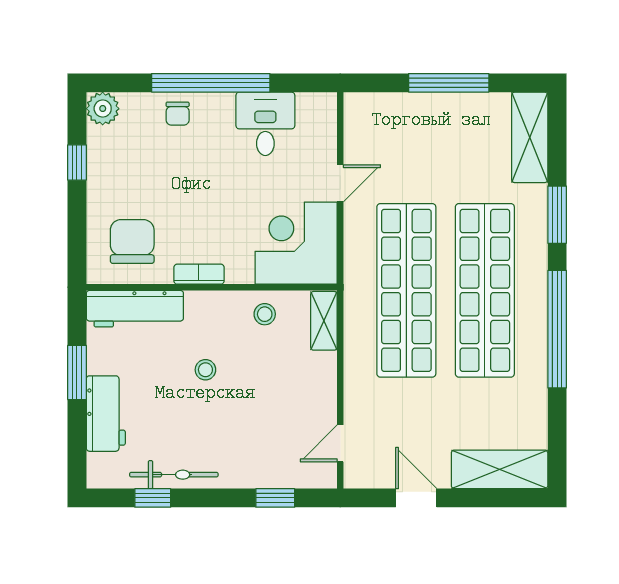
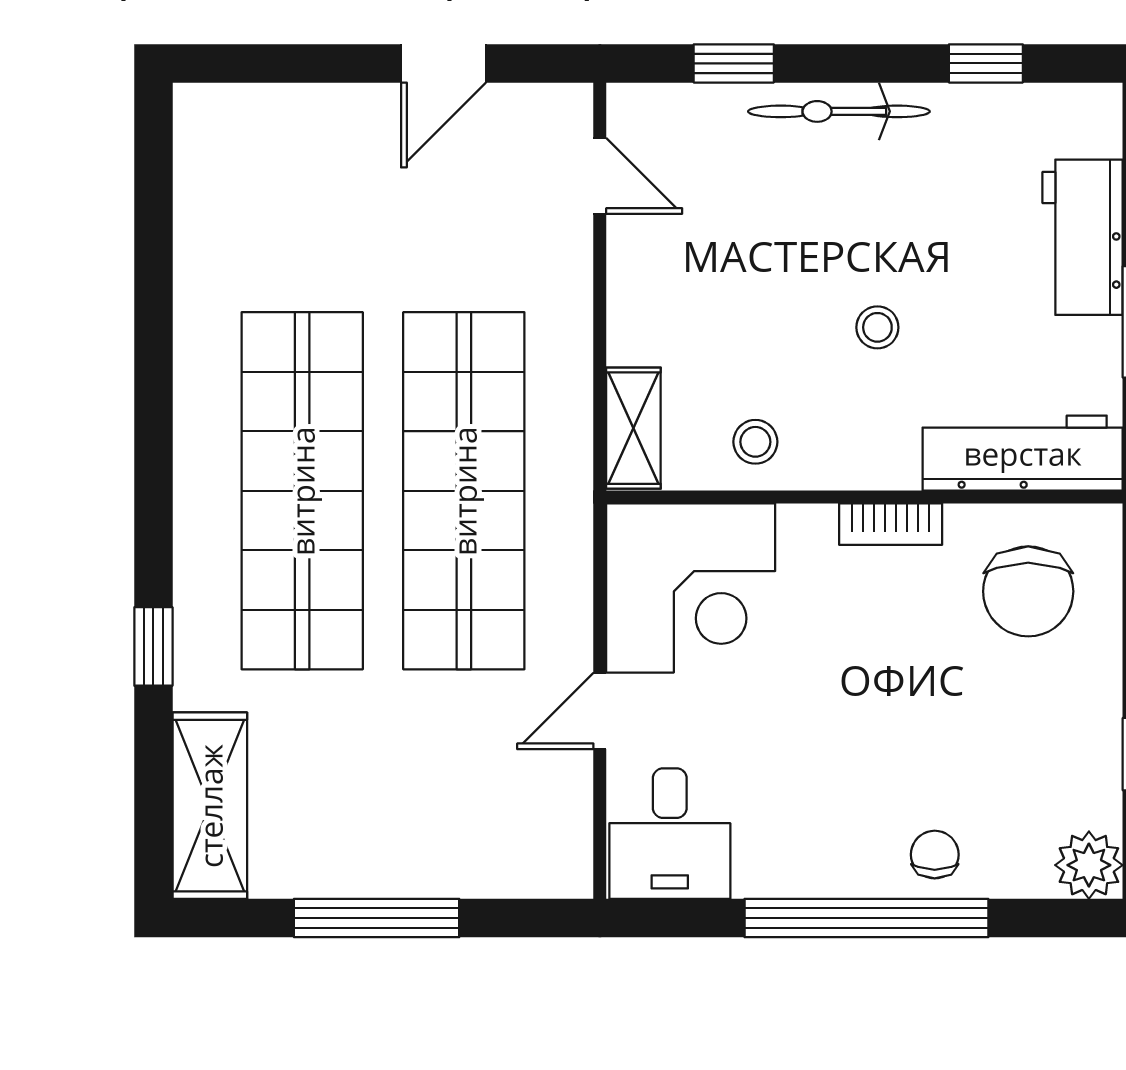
desk: (265, 124) -> (670, 834), moved
window: (557, 215) -> (153, 646), width x0.67
window: (557, 329) -> (153, 411), removed
door: (340, 443) -> (600, 176), hinge flipped
shelving: (500, 469) -> (272, 122), removed
bicycle: (174, 475) -> (839, 111), moved
door: (416, 498) -> (443, 63), hinge flipped

